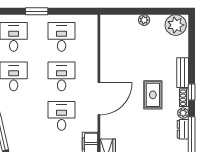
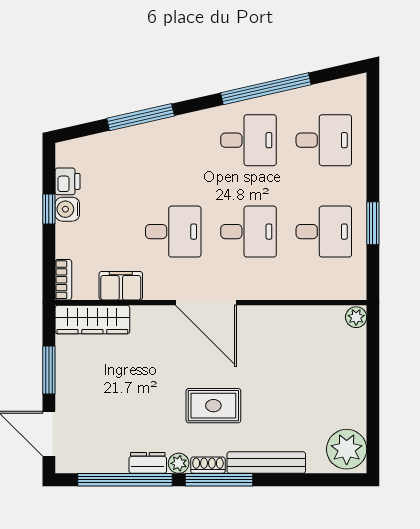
window: (37, 11) -> (373, 223), moved
plant: (144, 20) -> (356, 317), moved
bench: (183, 73) -> (266, 462), width x1.36
window: (192, 92) -> (219, 480), width x2.17

